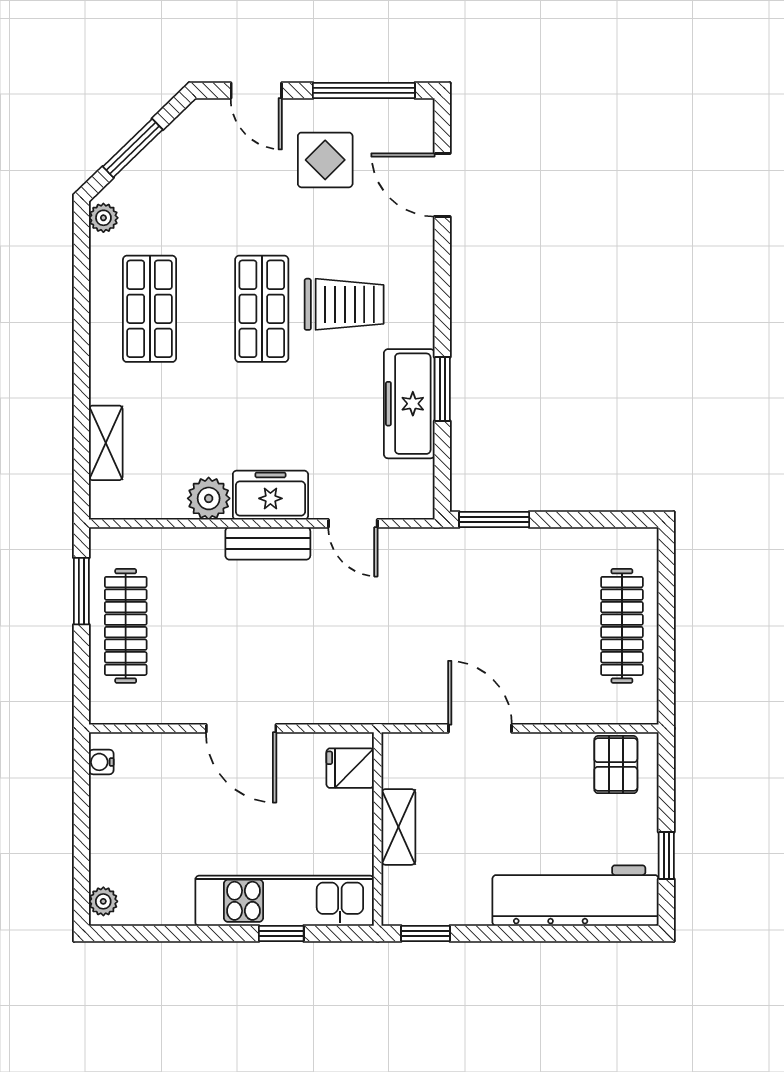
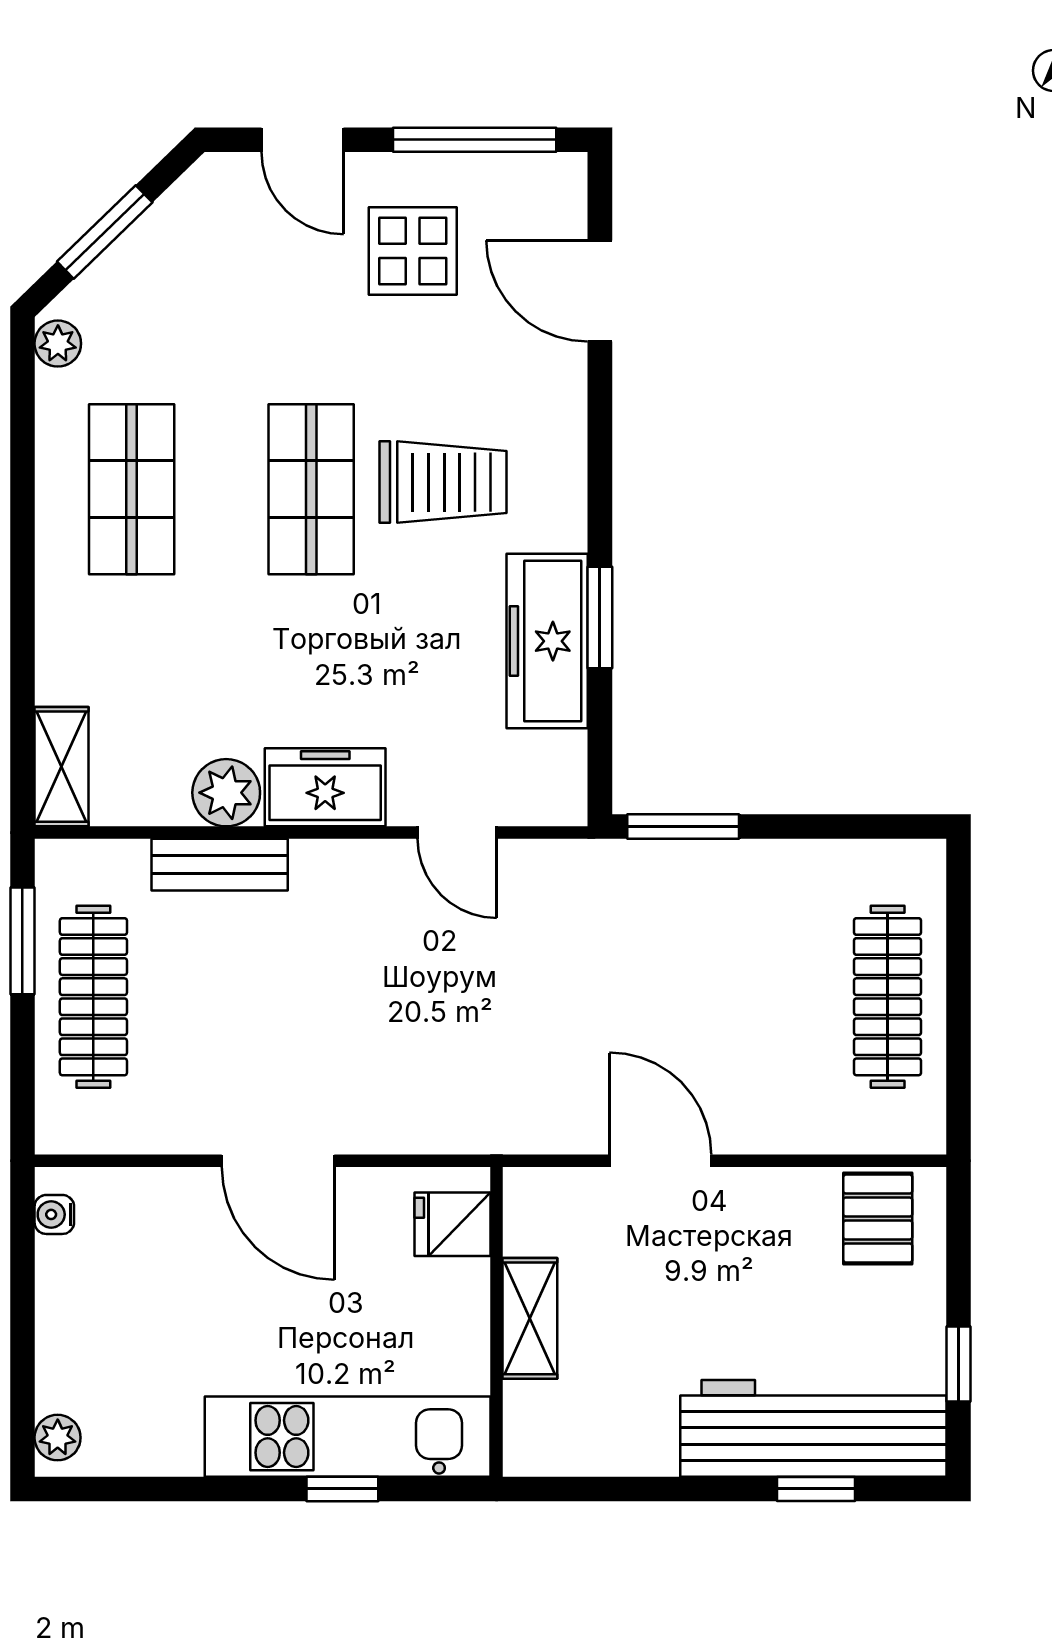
shelving: (106, 443) -> (62, 767), moved
bench: (268, 543) -> (220, 865), moved
window: (426, 934) -> (816, 1489), moved

